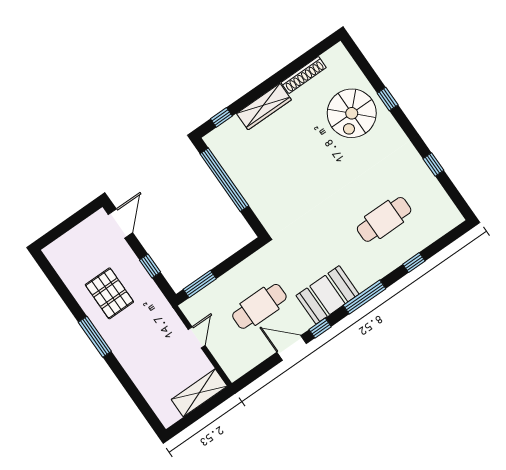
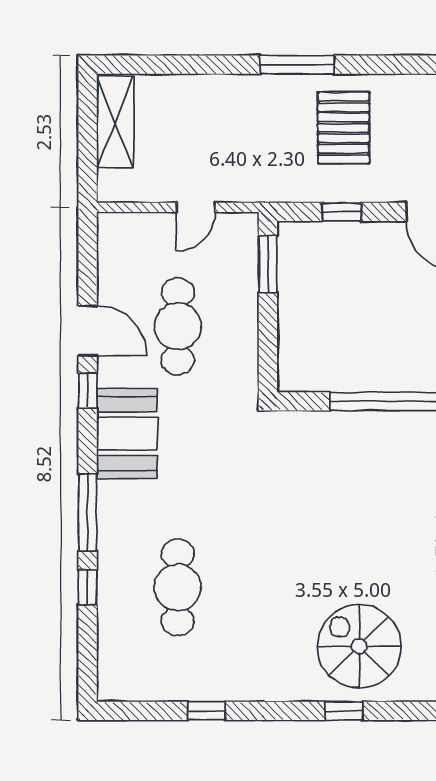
pallet: (109, 293) -> (343, 128), turned 90
window: (365, 297) -> (88, 512), moved
door: (197, 337) -> (196, 207), hinge flipped
door: (292, 348) -> (88, 331), hinge flipped
shelving: (199, 393) -> (115, 122), moved

